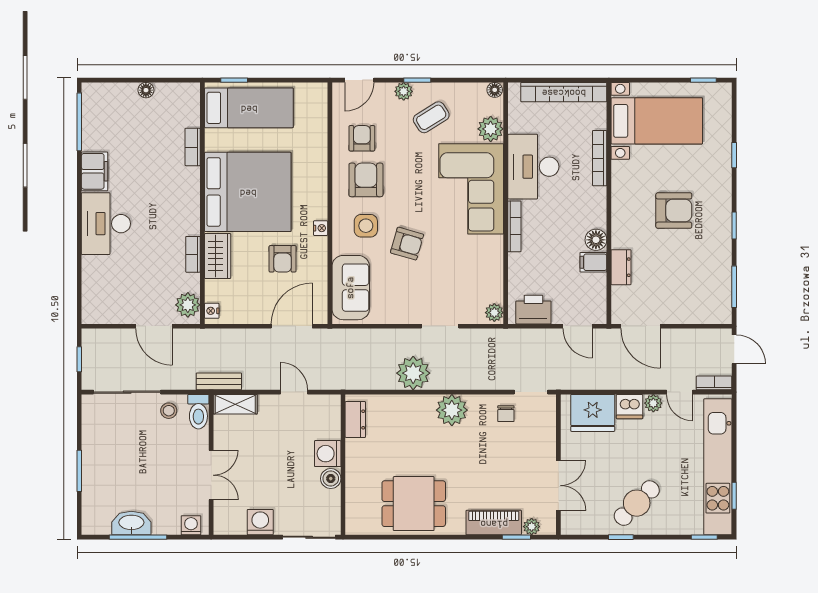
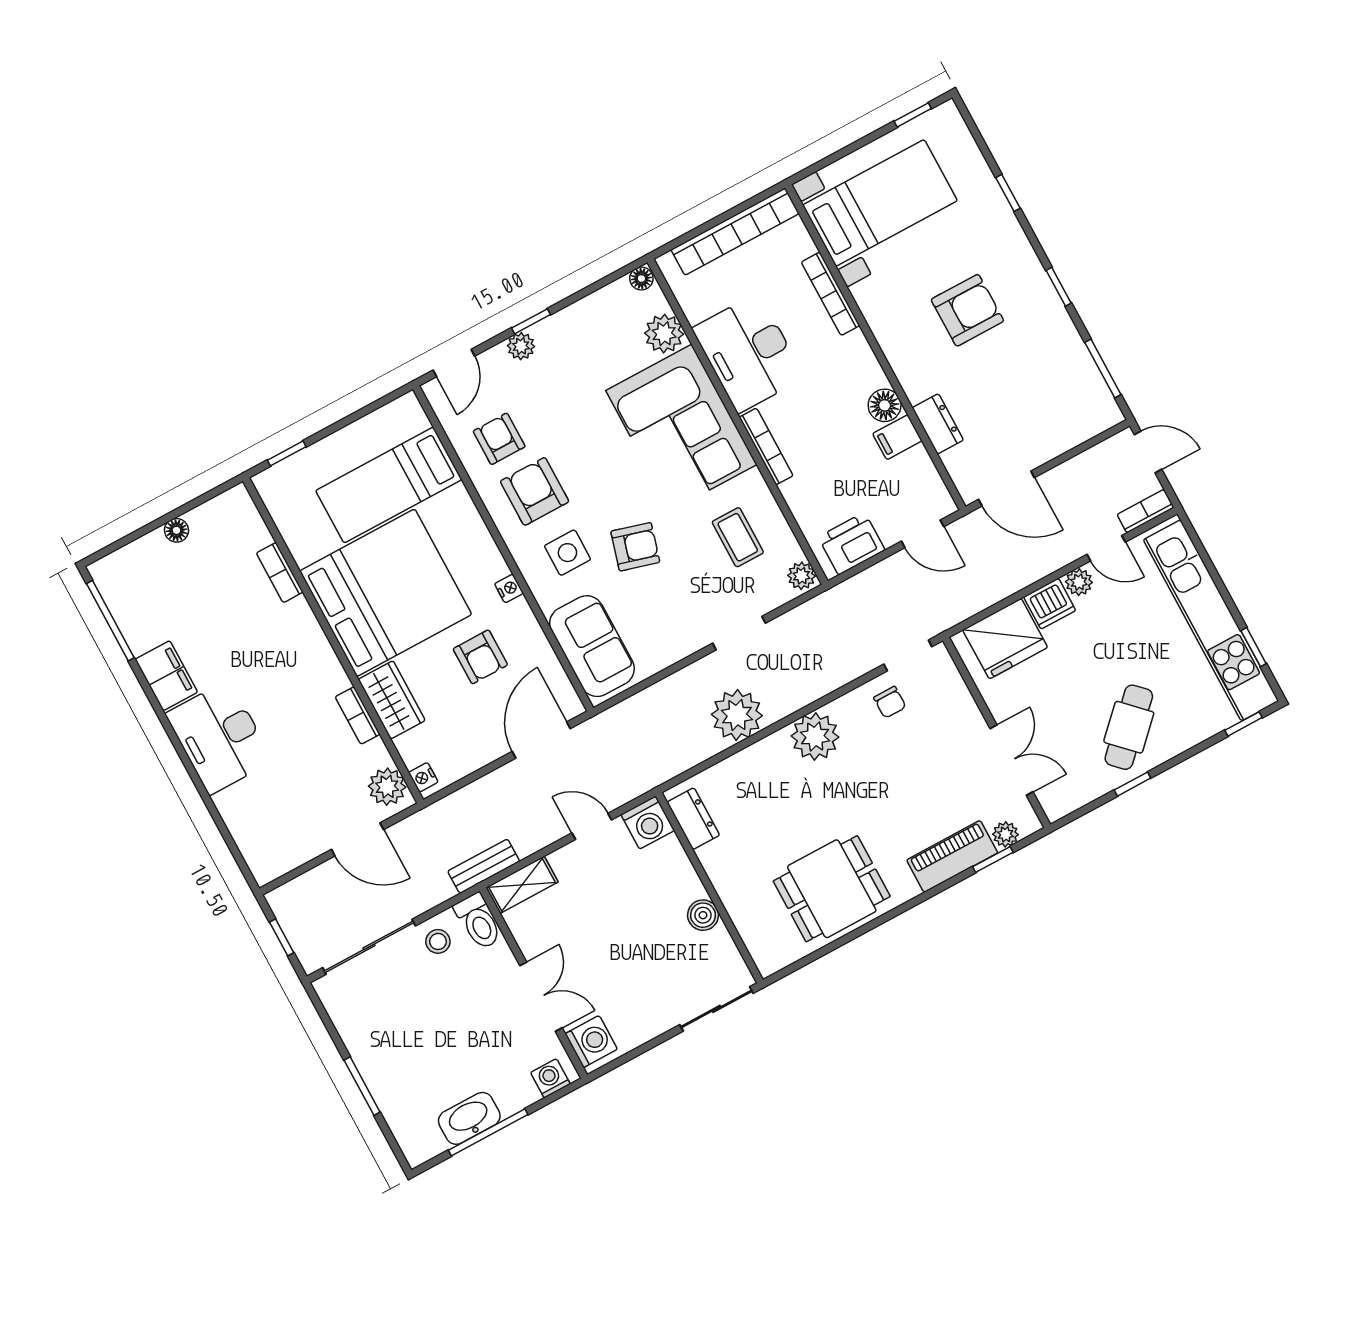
bed: (249, 108) -> (389, 485), moved, turned 180
coffee table: (431, 117) -> (738, 537), moved, turned -58
washing machine: (328, 454) -> (648, 823), moved, turned -90
washing machine: (260, 522) -> (591, 1042), moved, turned 90

